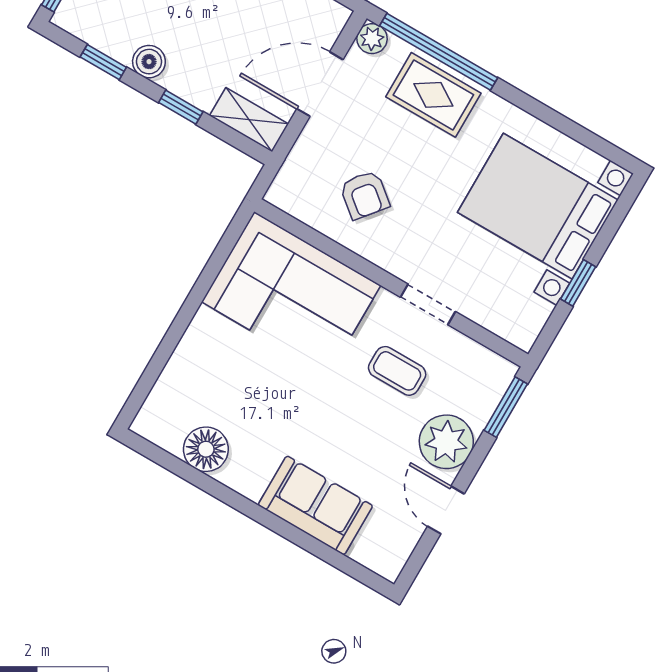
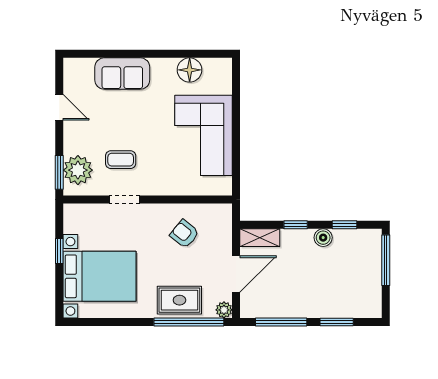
corner sofa: (291, 294) -> (204, 135), moved, turned -90
plant: (446, 442) -> (78, 170), moved

